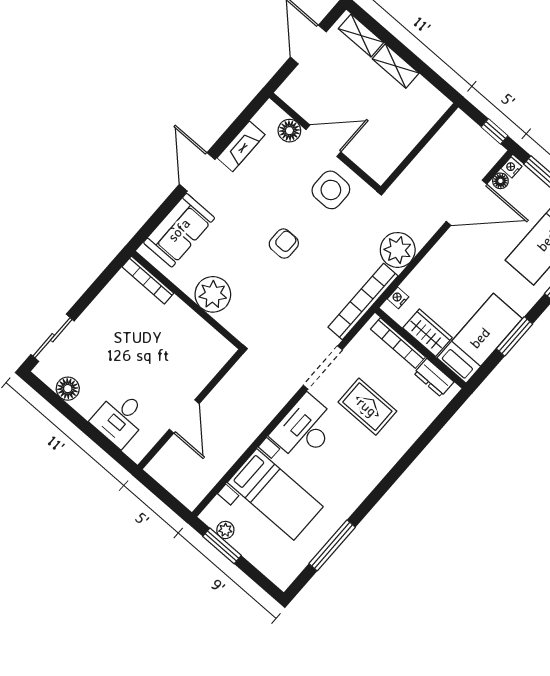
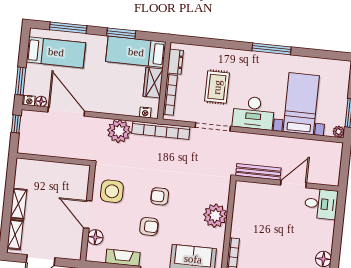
armchair: (256, 205) -> (149, 227), added
bench: (229, 384) -> (258, 172), added
desk: (120, 418) -> (321, 204), moved
plant: (225, 530) -> (339, 132), moved
window: (332, 545) -> (271, 49), moved

